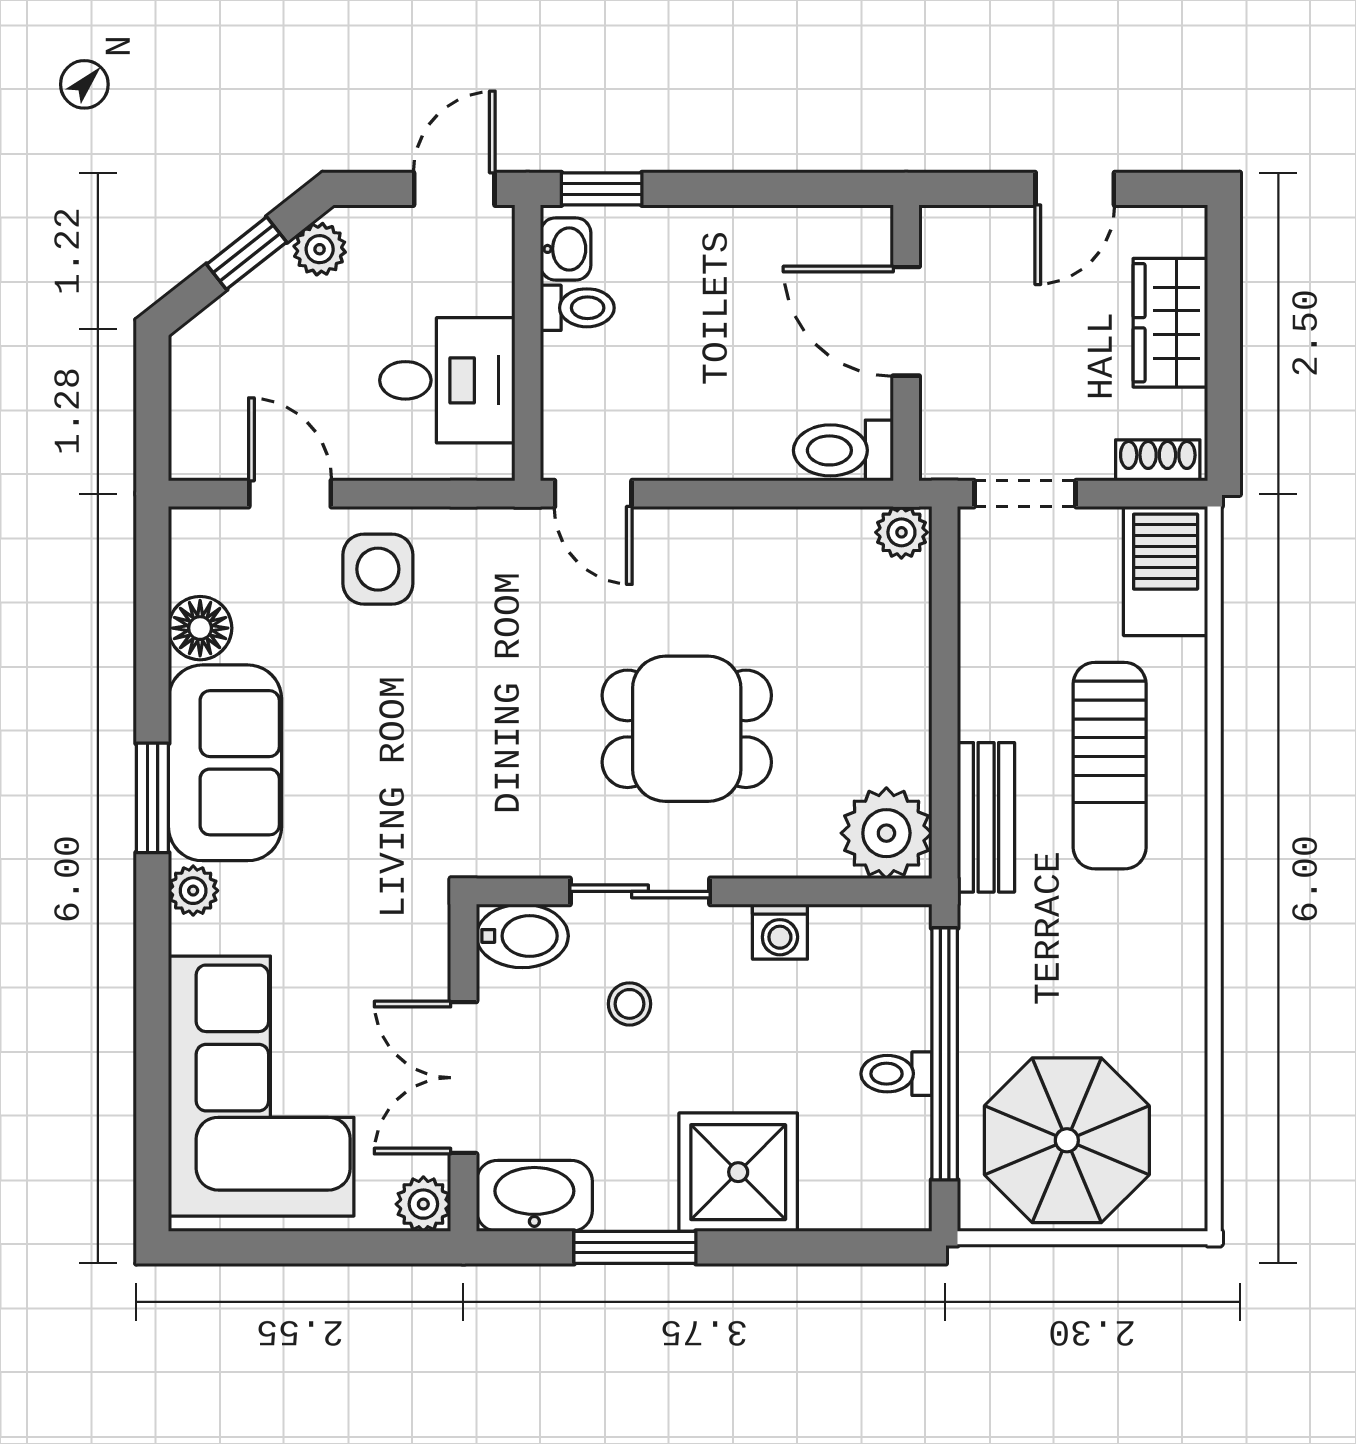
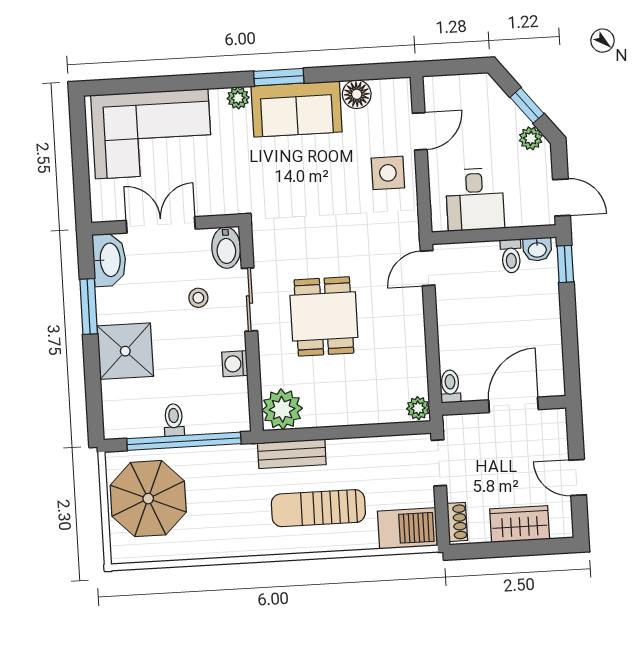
toilet: (843, 450) -> (450, 386), width x0.73, depth x0.72
plant: (423, 1204) -> (103, 210), removed

